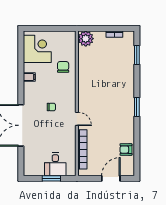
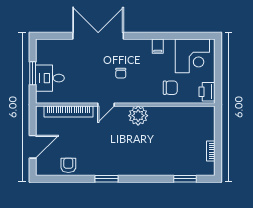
printer: (66, 37) -> (207, 92), added
plant: (86, 39) -> (138, 116), moved
window: (137, 107) -> (106, 179), moved
door: (111, 178) -> (33, 147), hinge flipped

